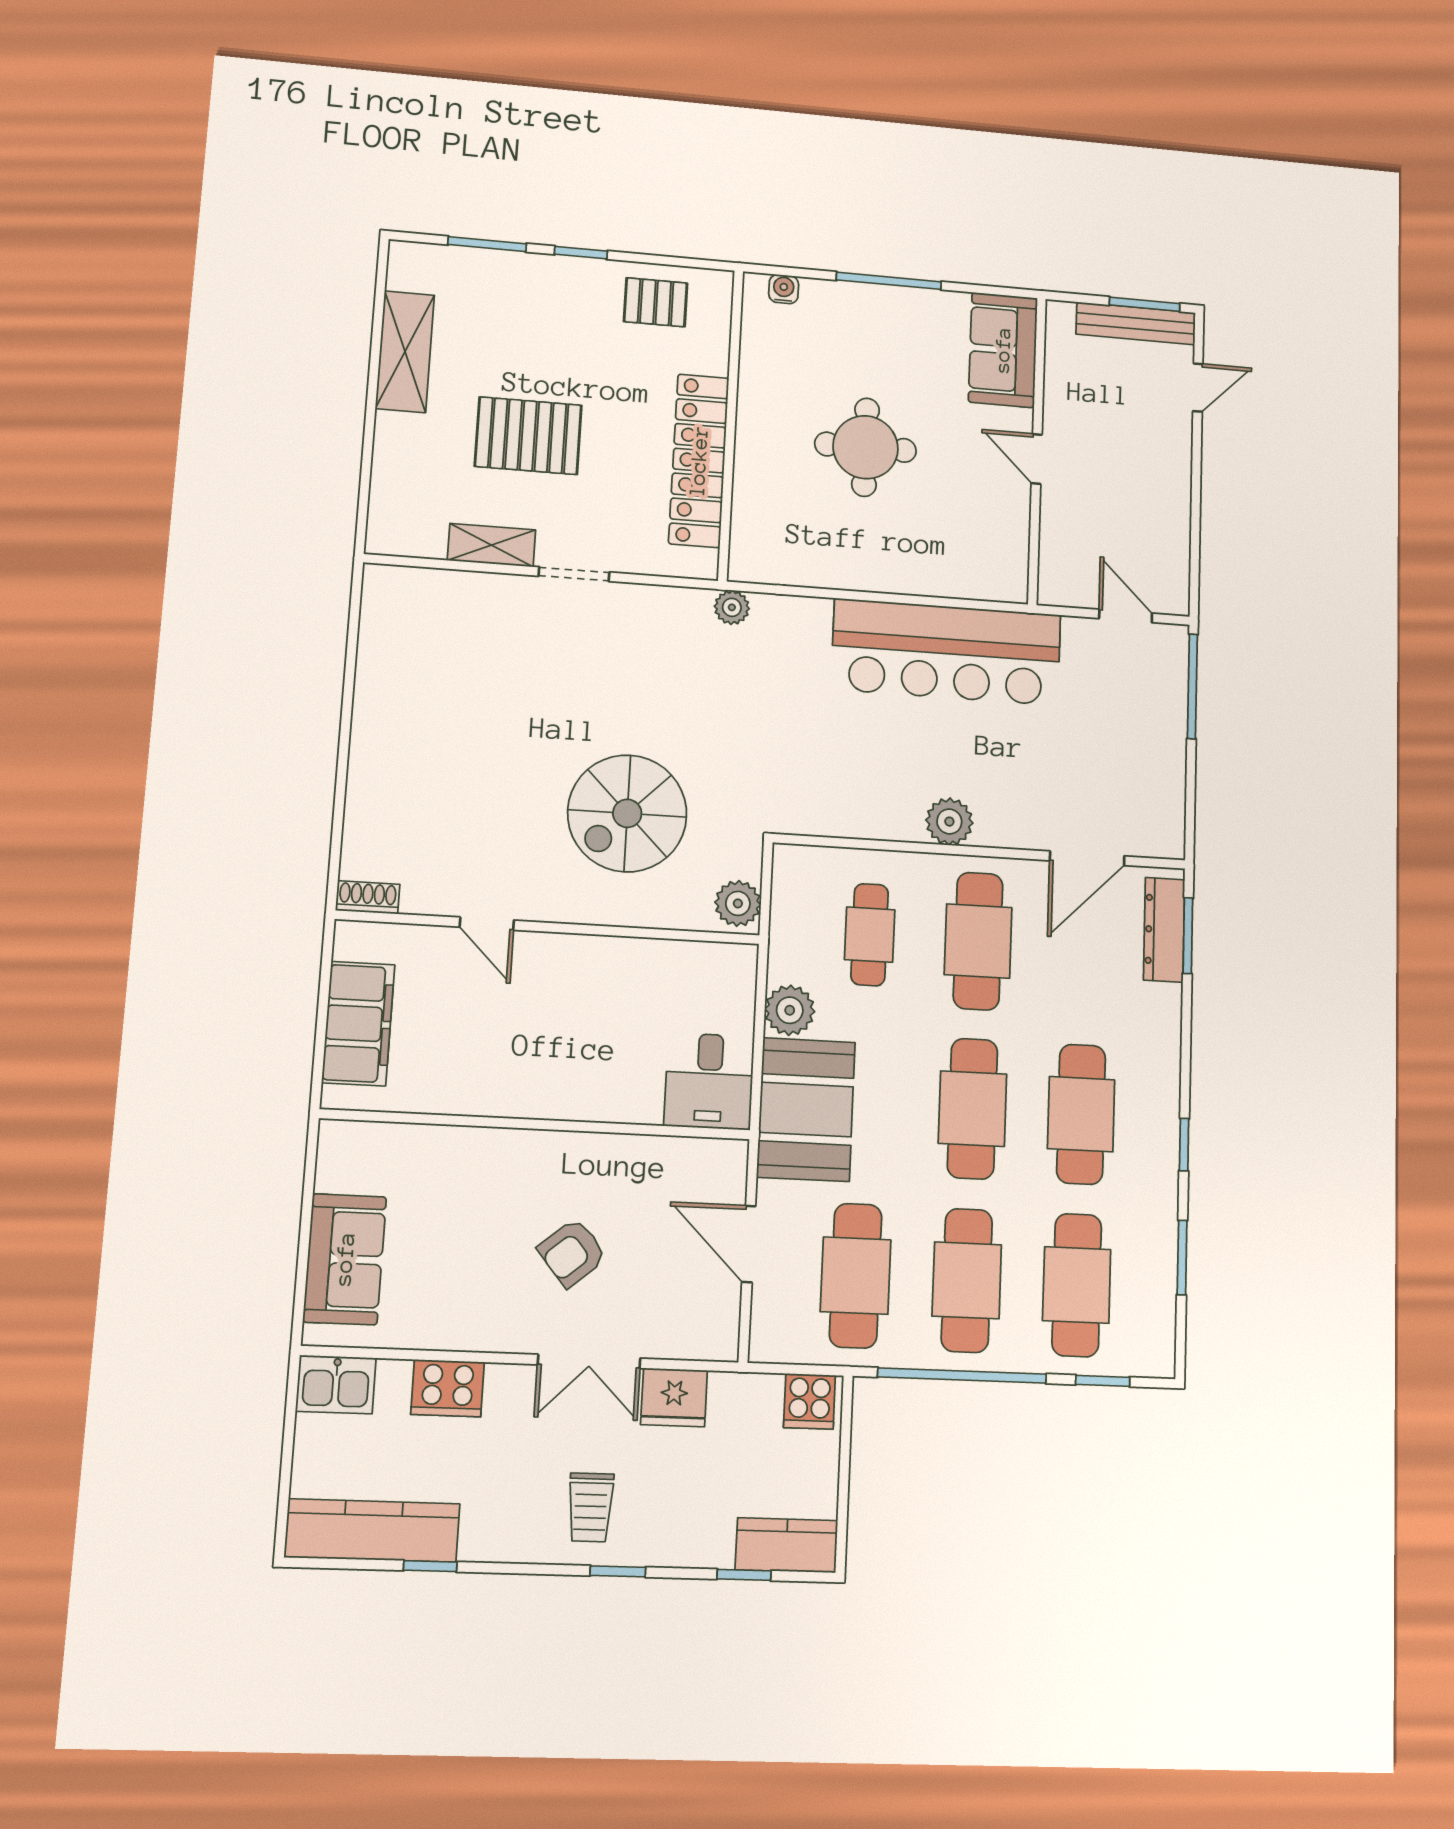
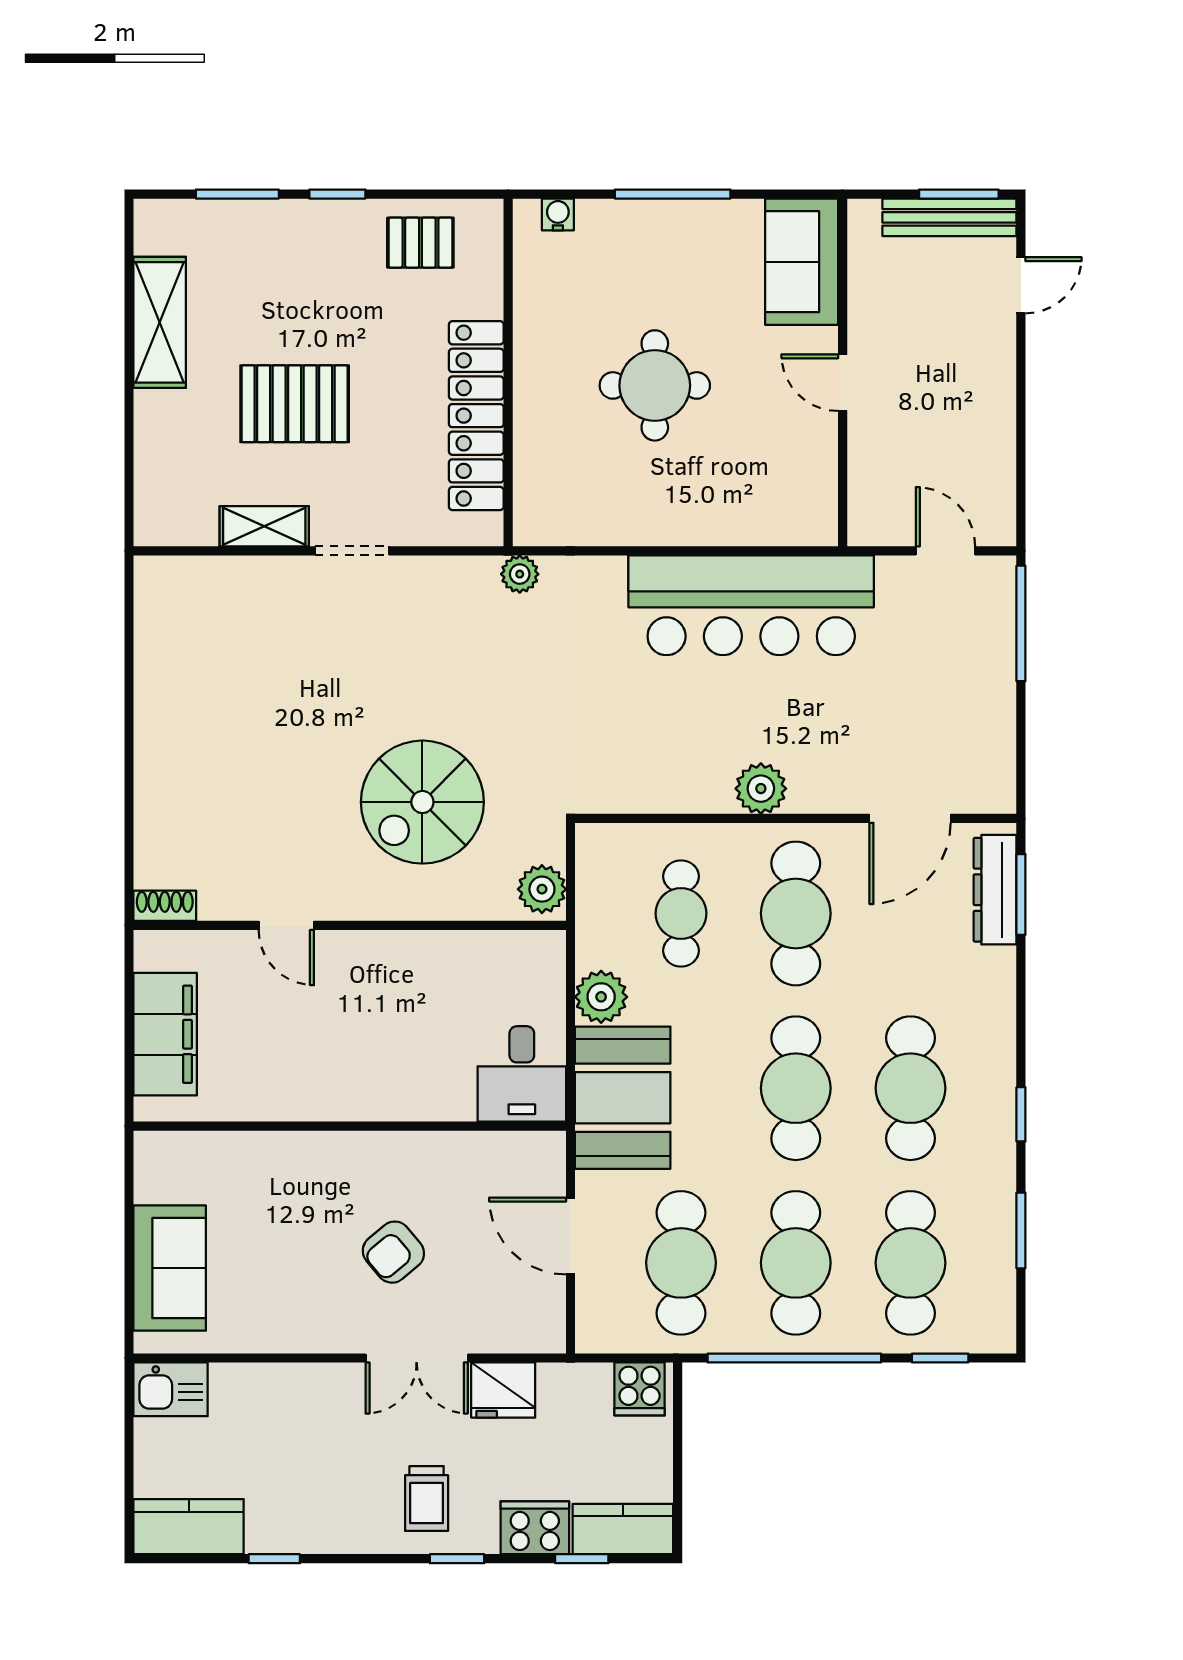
cooker: (448, 1388) -> (535, 1528), moved, turned 180
kitchen counter: (372, 1531) -> (189, 1527), width x0.67

